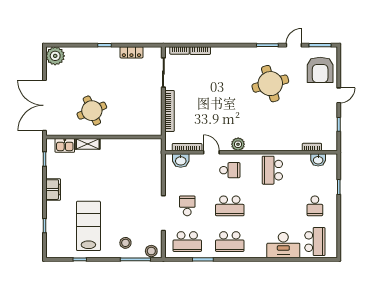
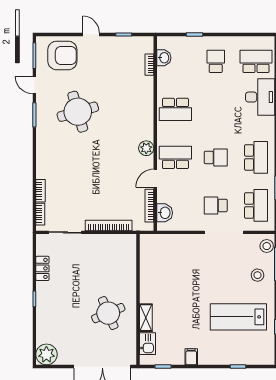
school desk: (230, 170) -> (175, 157), width x1.85
filing cabinet: (53, 190) -> (191, 357), width x0.50
school desk: (230, 206) -> (216, 157), width x0.54
school desk: (315, 206) -> (216, 61), turned -90

